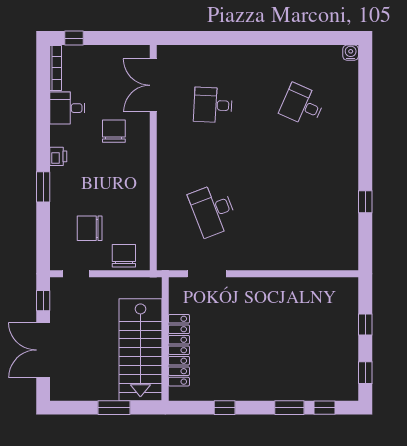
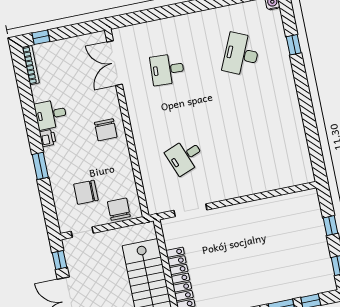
desk: (302, 105) -> (241, 54), width x1.37
desk: (67, 108) -> (51, 114), moved
chair: (114, 131) -> (106, 130), moved, turned 180
window: (365, 202) -> (294, 45), moved
desk: (213, 210) -> (185, 156), width x0.73

